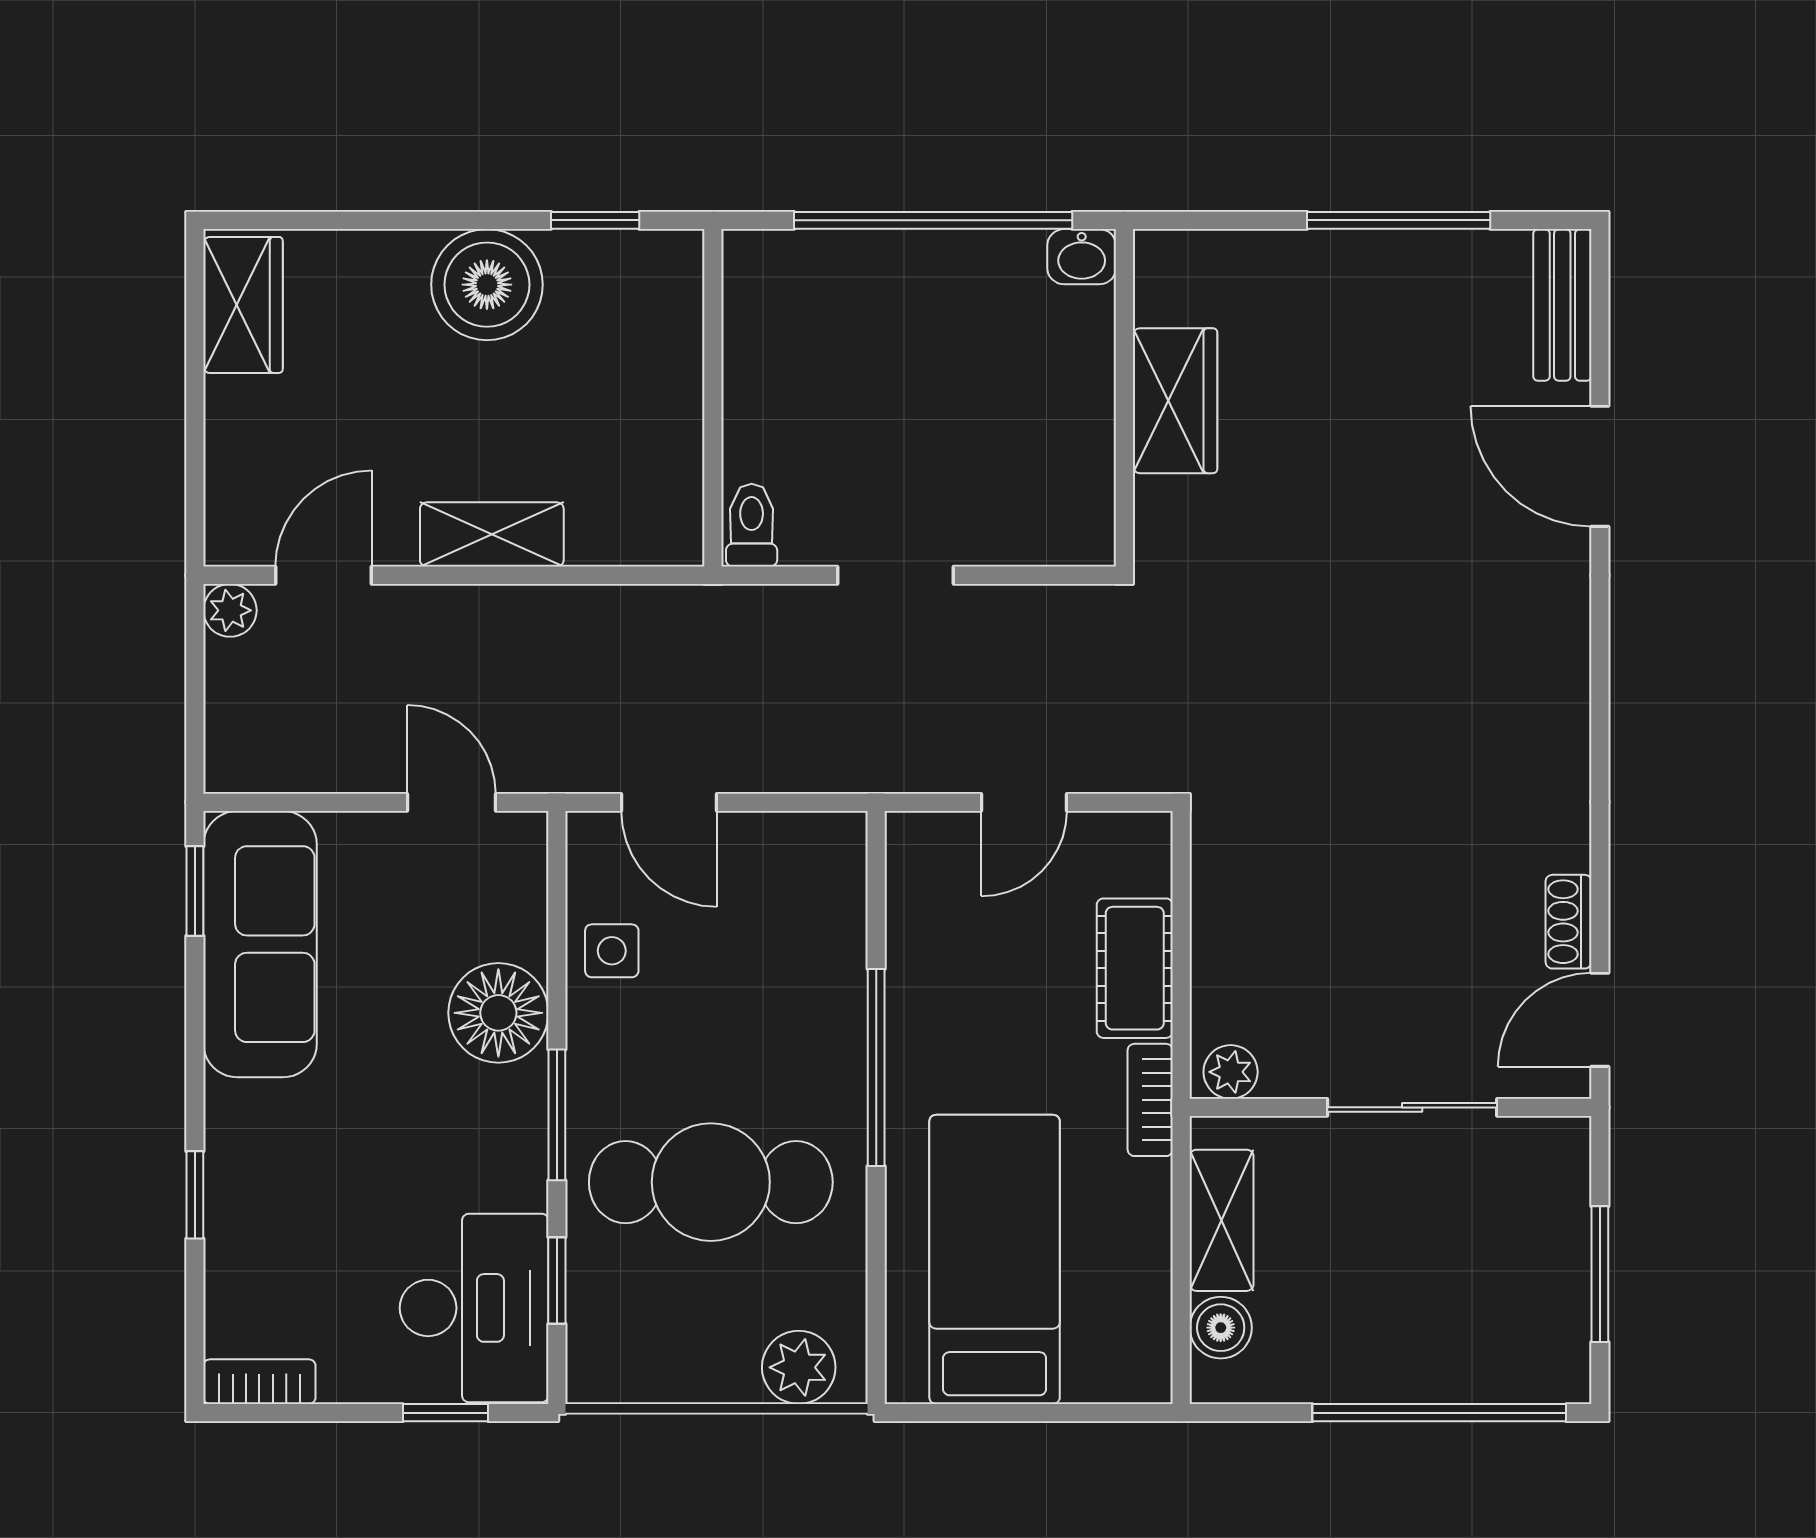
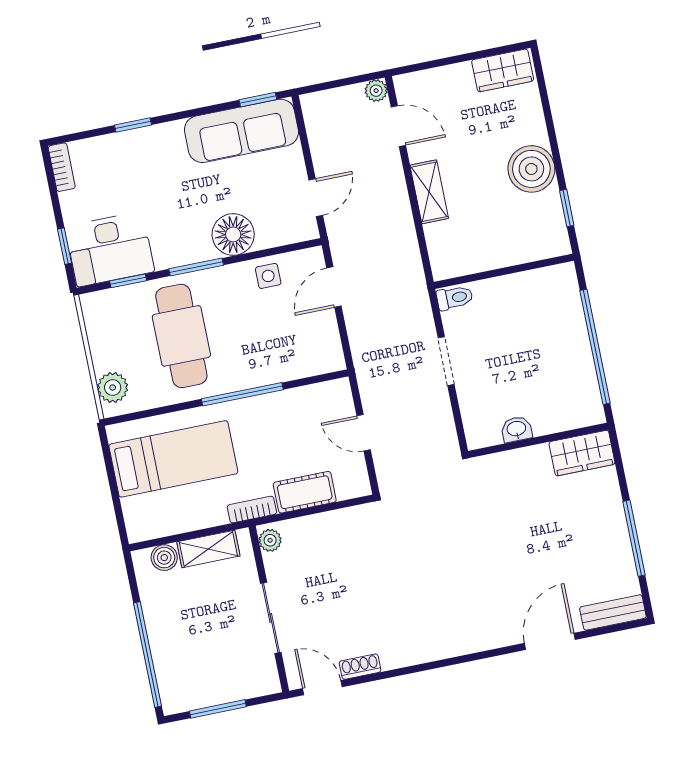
washbasin: (1082, 257) -> (517, 429), moved, turned 90
wardrobe: (1175, 401) -> (582, 453), moved

